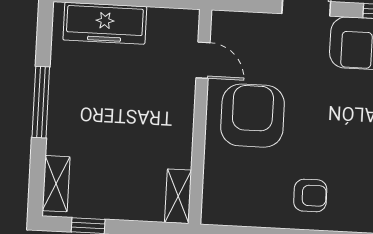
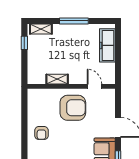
door: (203, 60) -> (94, 86), swing flipped
shelving: (178, 196) -> (57, 79), moved

